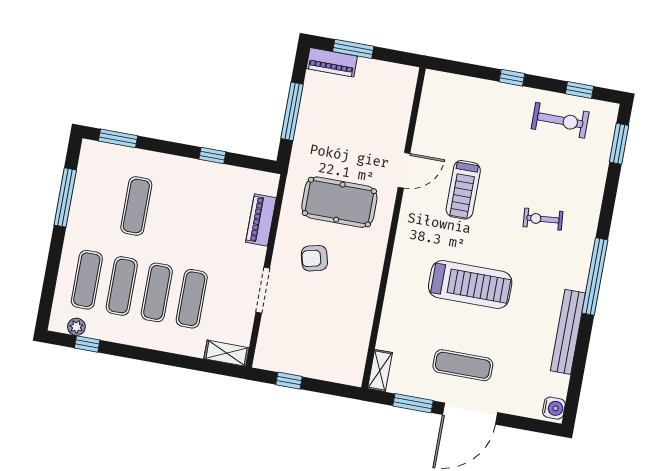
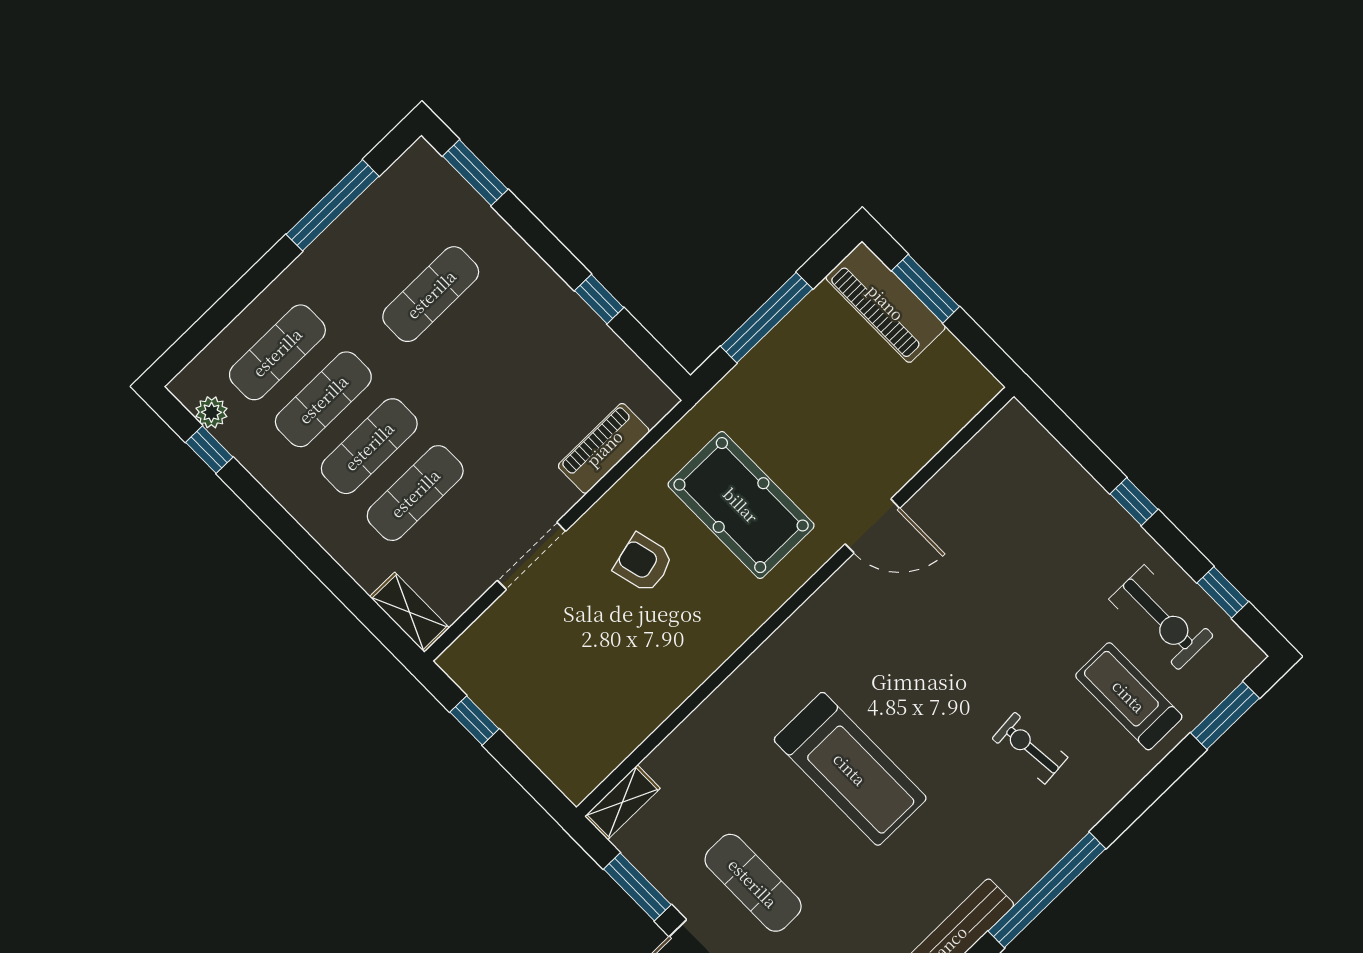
piano: (332, 62) -> (886, 302), width x1.37, depth x1.33
treadmill: (463, 190) -> (1129, 696), moved, turned 90

